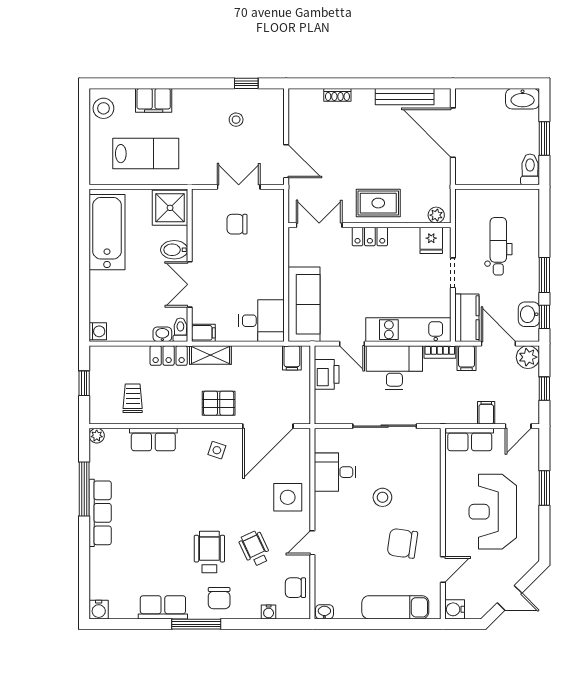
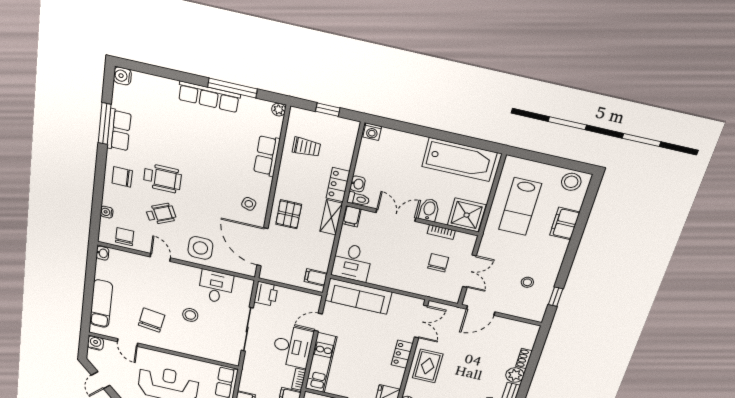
plant: (363, 99) -> (515, 375), added
bookcase: (198, 230) -> (441, 232), added
printer: (327, 374) -> (266, 294), moved, turned -90
window: (196, 624) -> (105, 124), moved

